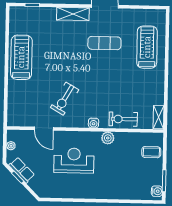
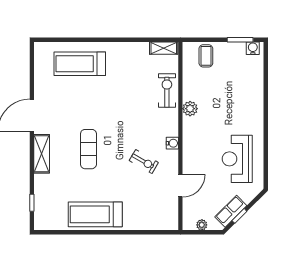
exercise mat: (104, 43) -> (88, 149), moved
exercise bike: (65, 99) -> (144, 161), width x0.73, depth x0.72
exercise bike: (123, 119) -> (167, 91), turned 180
water cooler: (94, 123) -> (172, 143), moved
reception desk: (74, 160) -> (237, 159), moved

